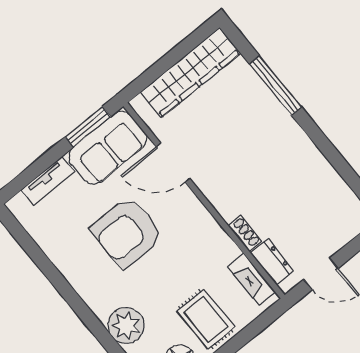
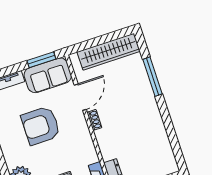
door: (173, 163) -> (80, 97), swing flipped
shoe rack: (245, 234) -> (94, 120), moved

